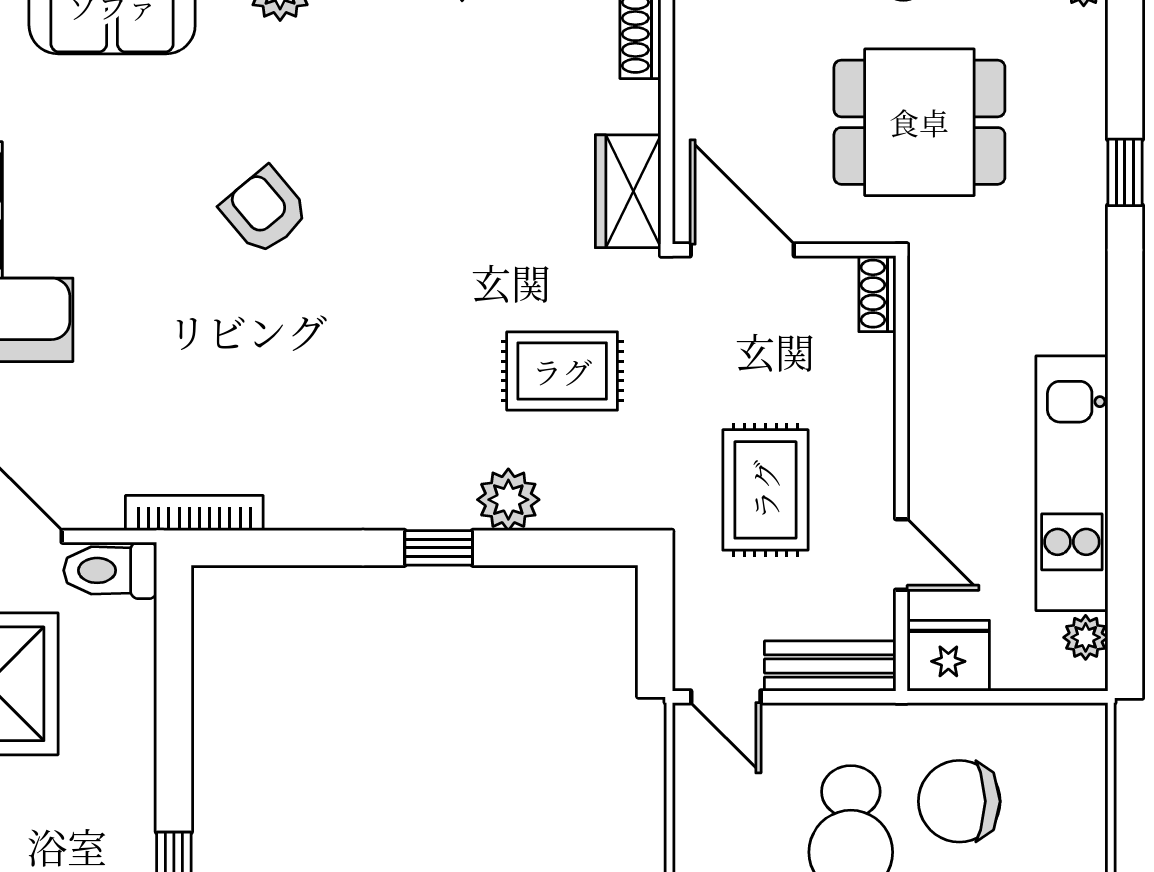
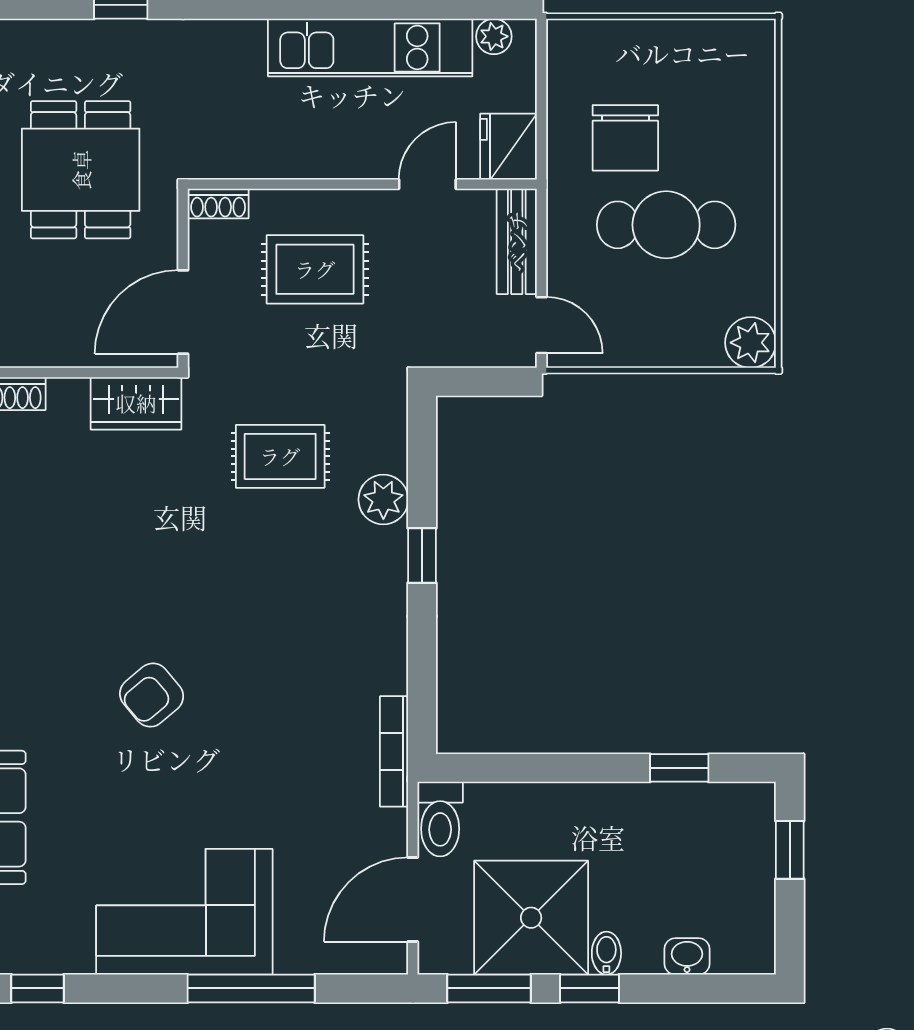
rug: (562, 371) -> (280, 456), turned 90
rug: (765, 490) -> (315, 269), moved
door: (726, 697) -> (542, 325), hinge flipped

